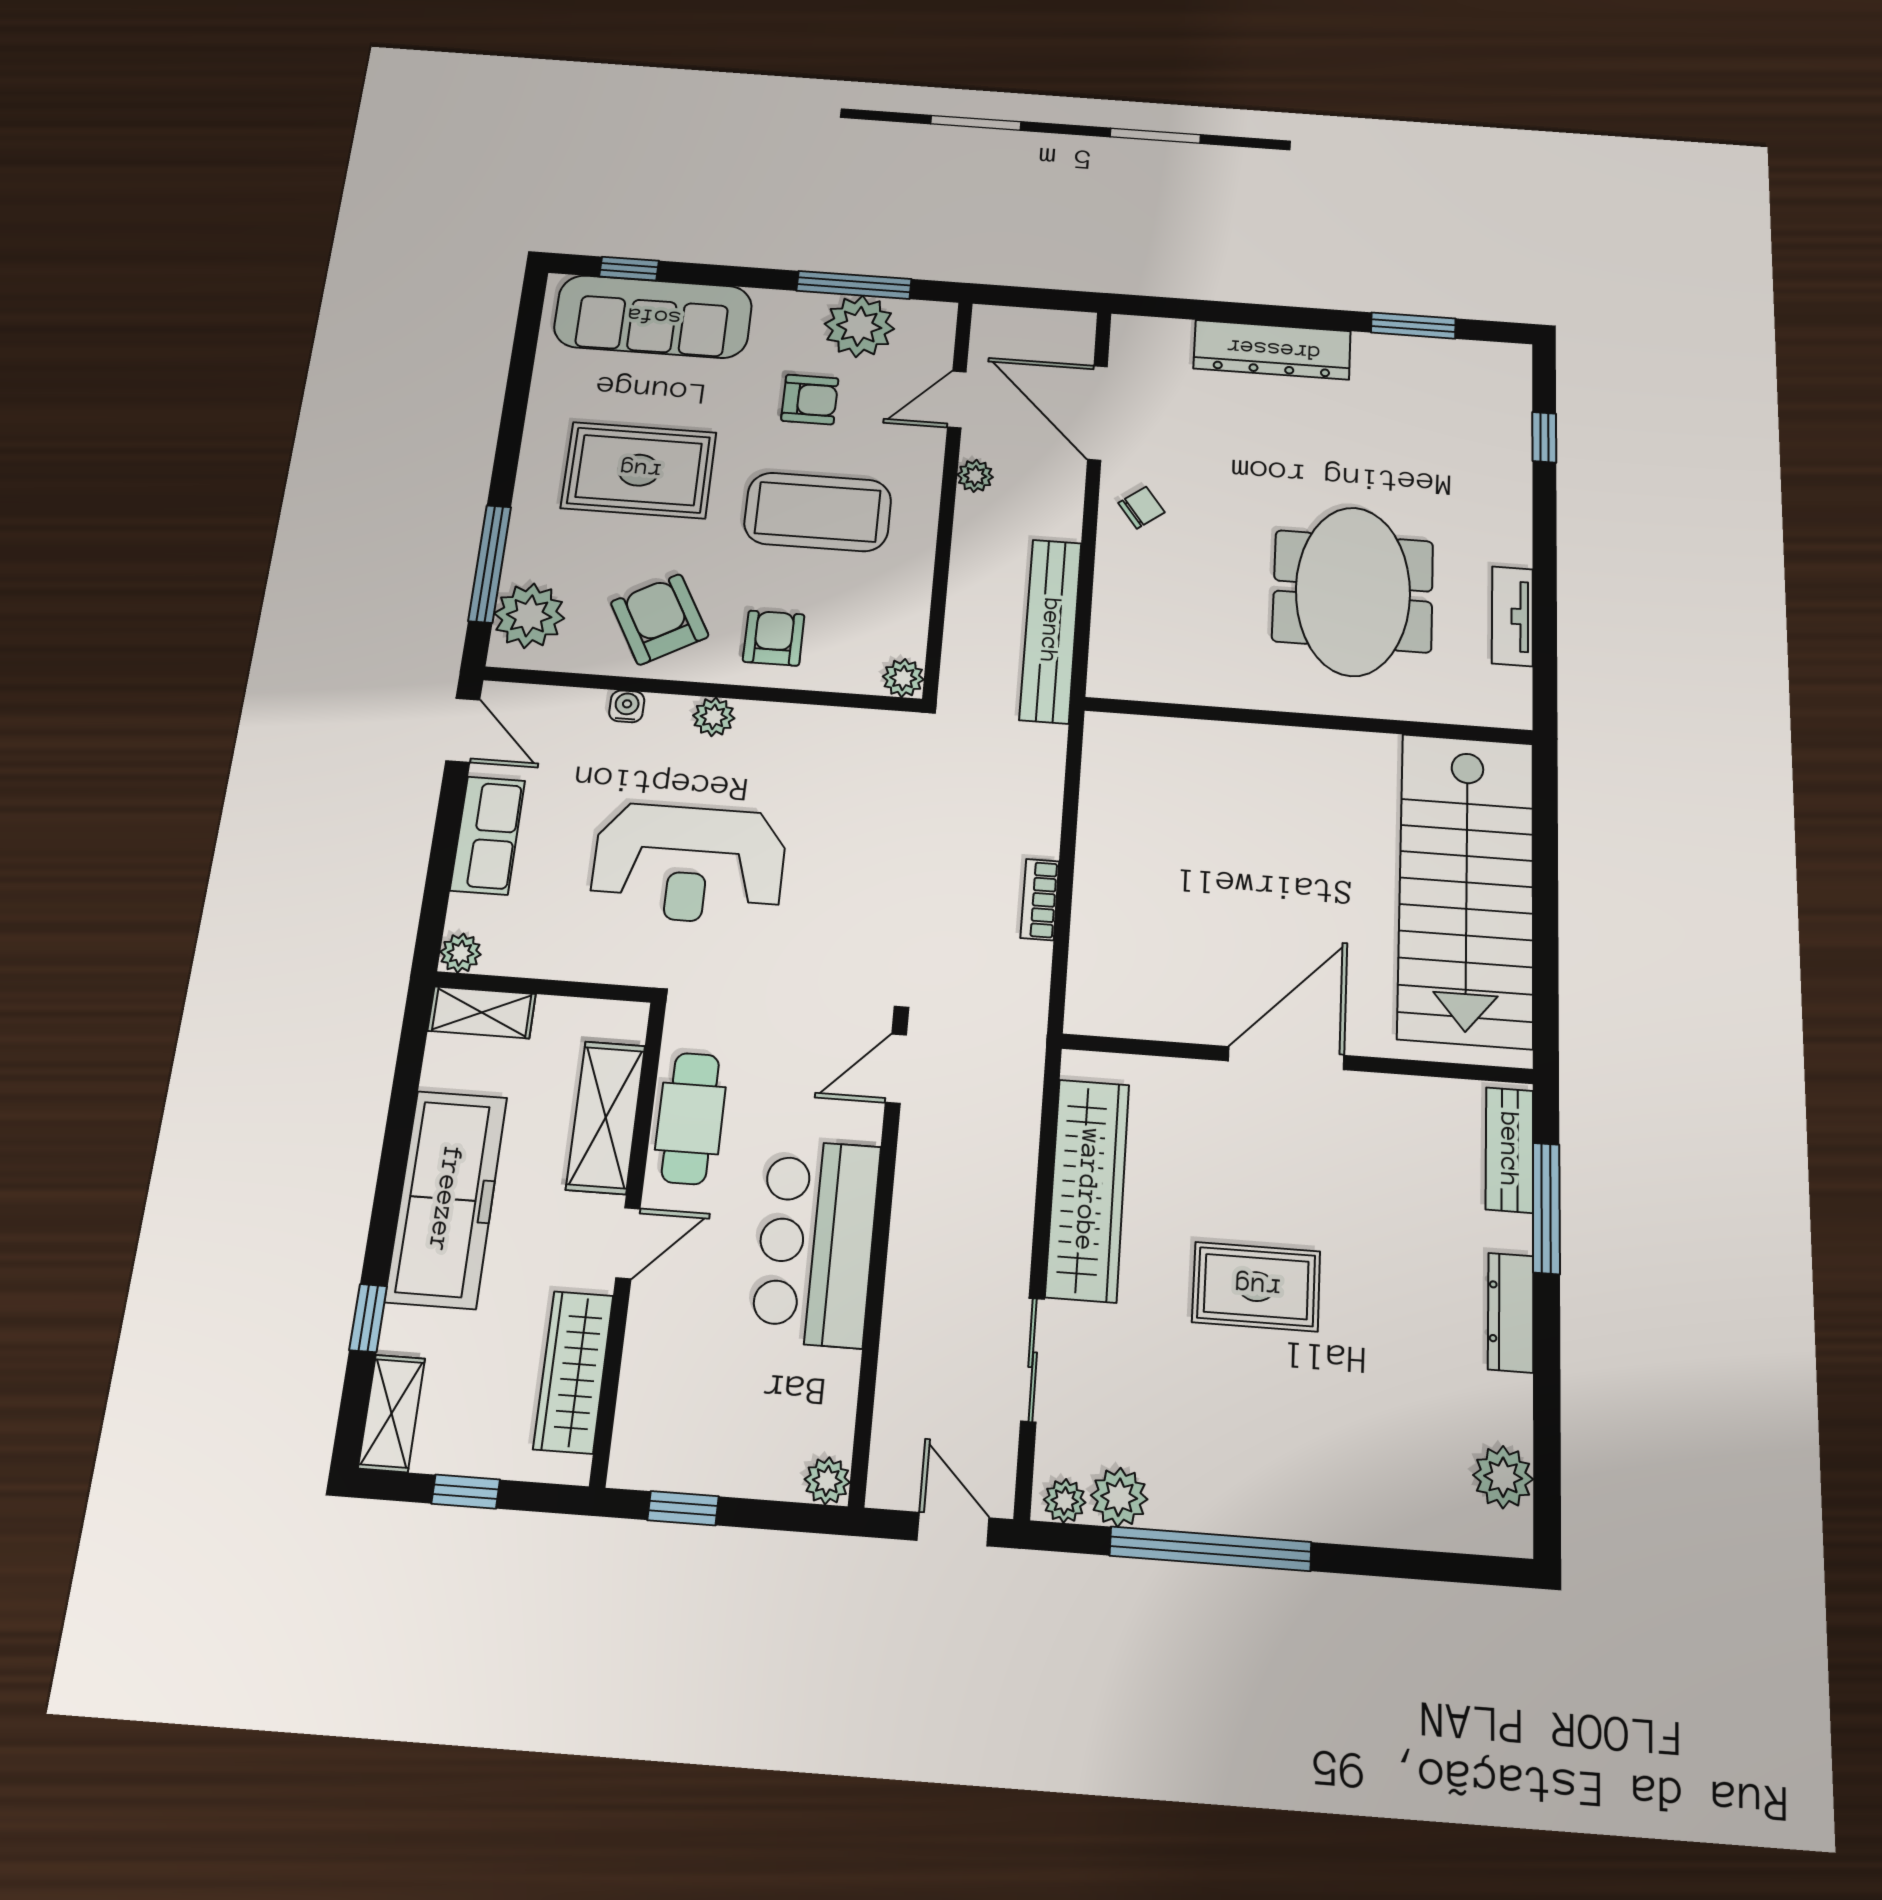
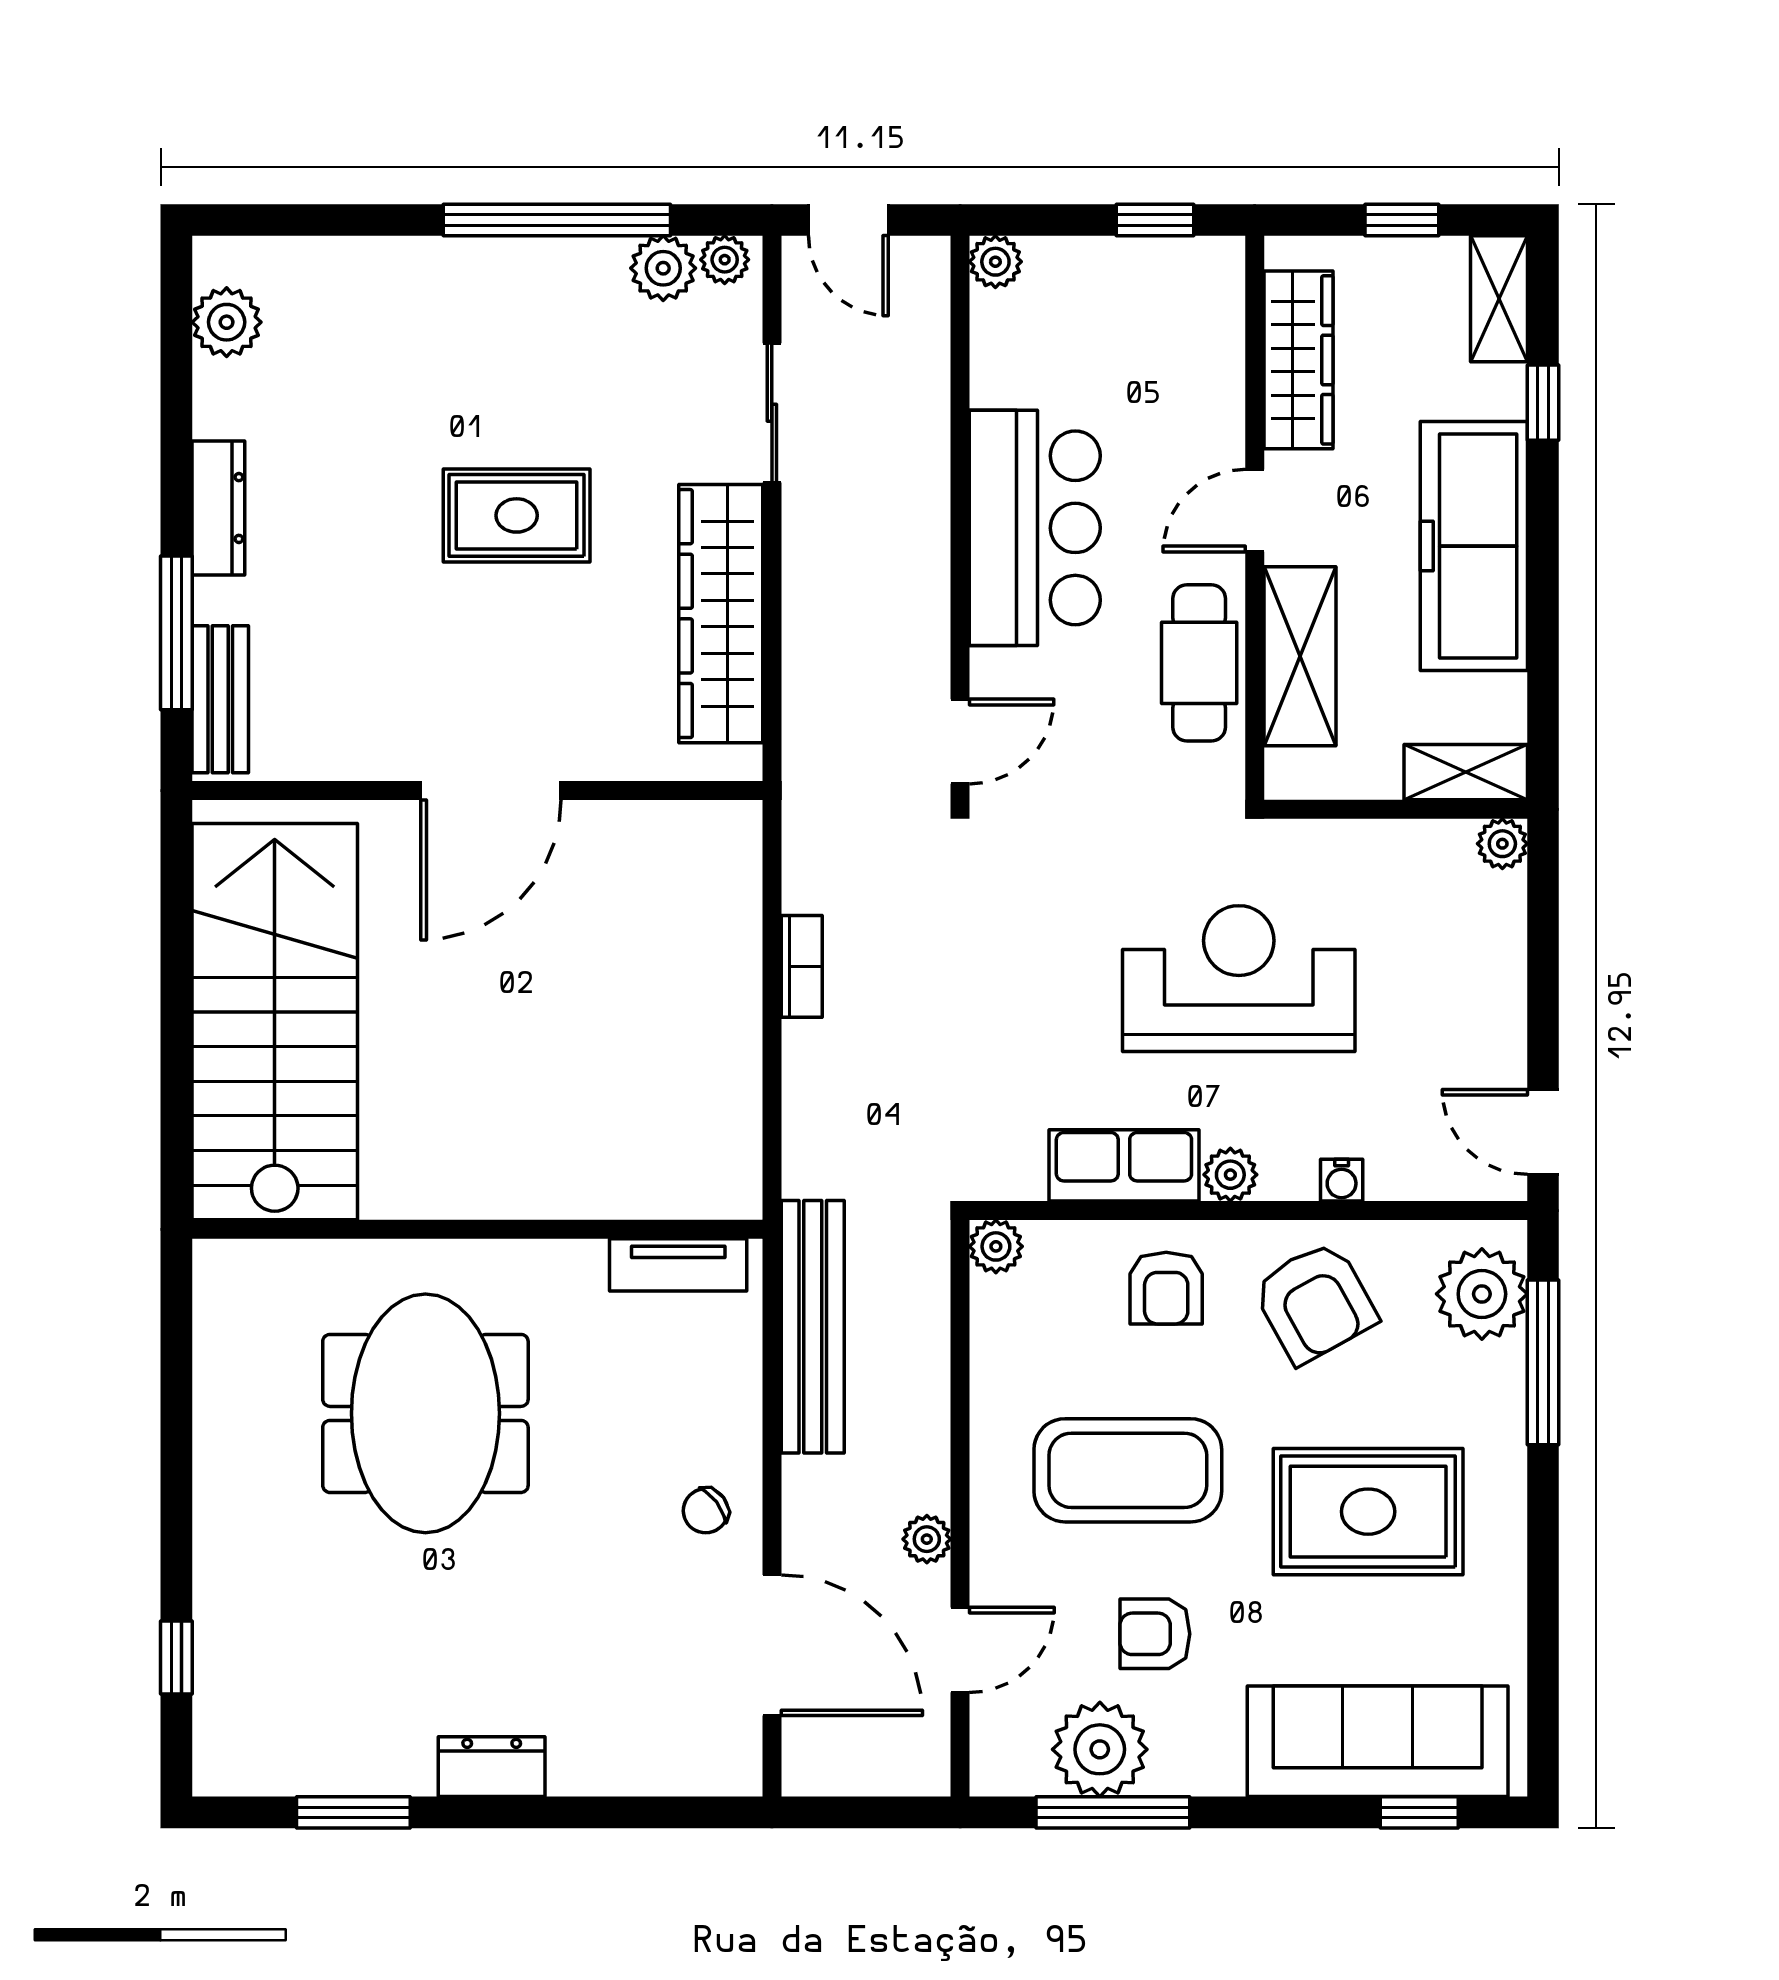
dresser: (1272, 350) -> (492, 1767), width x0.51, depth x0.80
tv unit: (1512, 616) -> (678, 1265), moved, turned 90
row of seats: (488, 835) -> (1124, 1165), moved, turned 90

